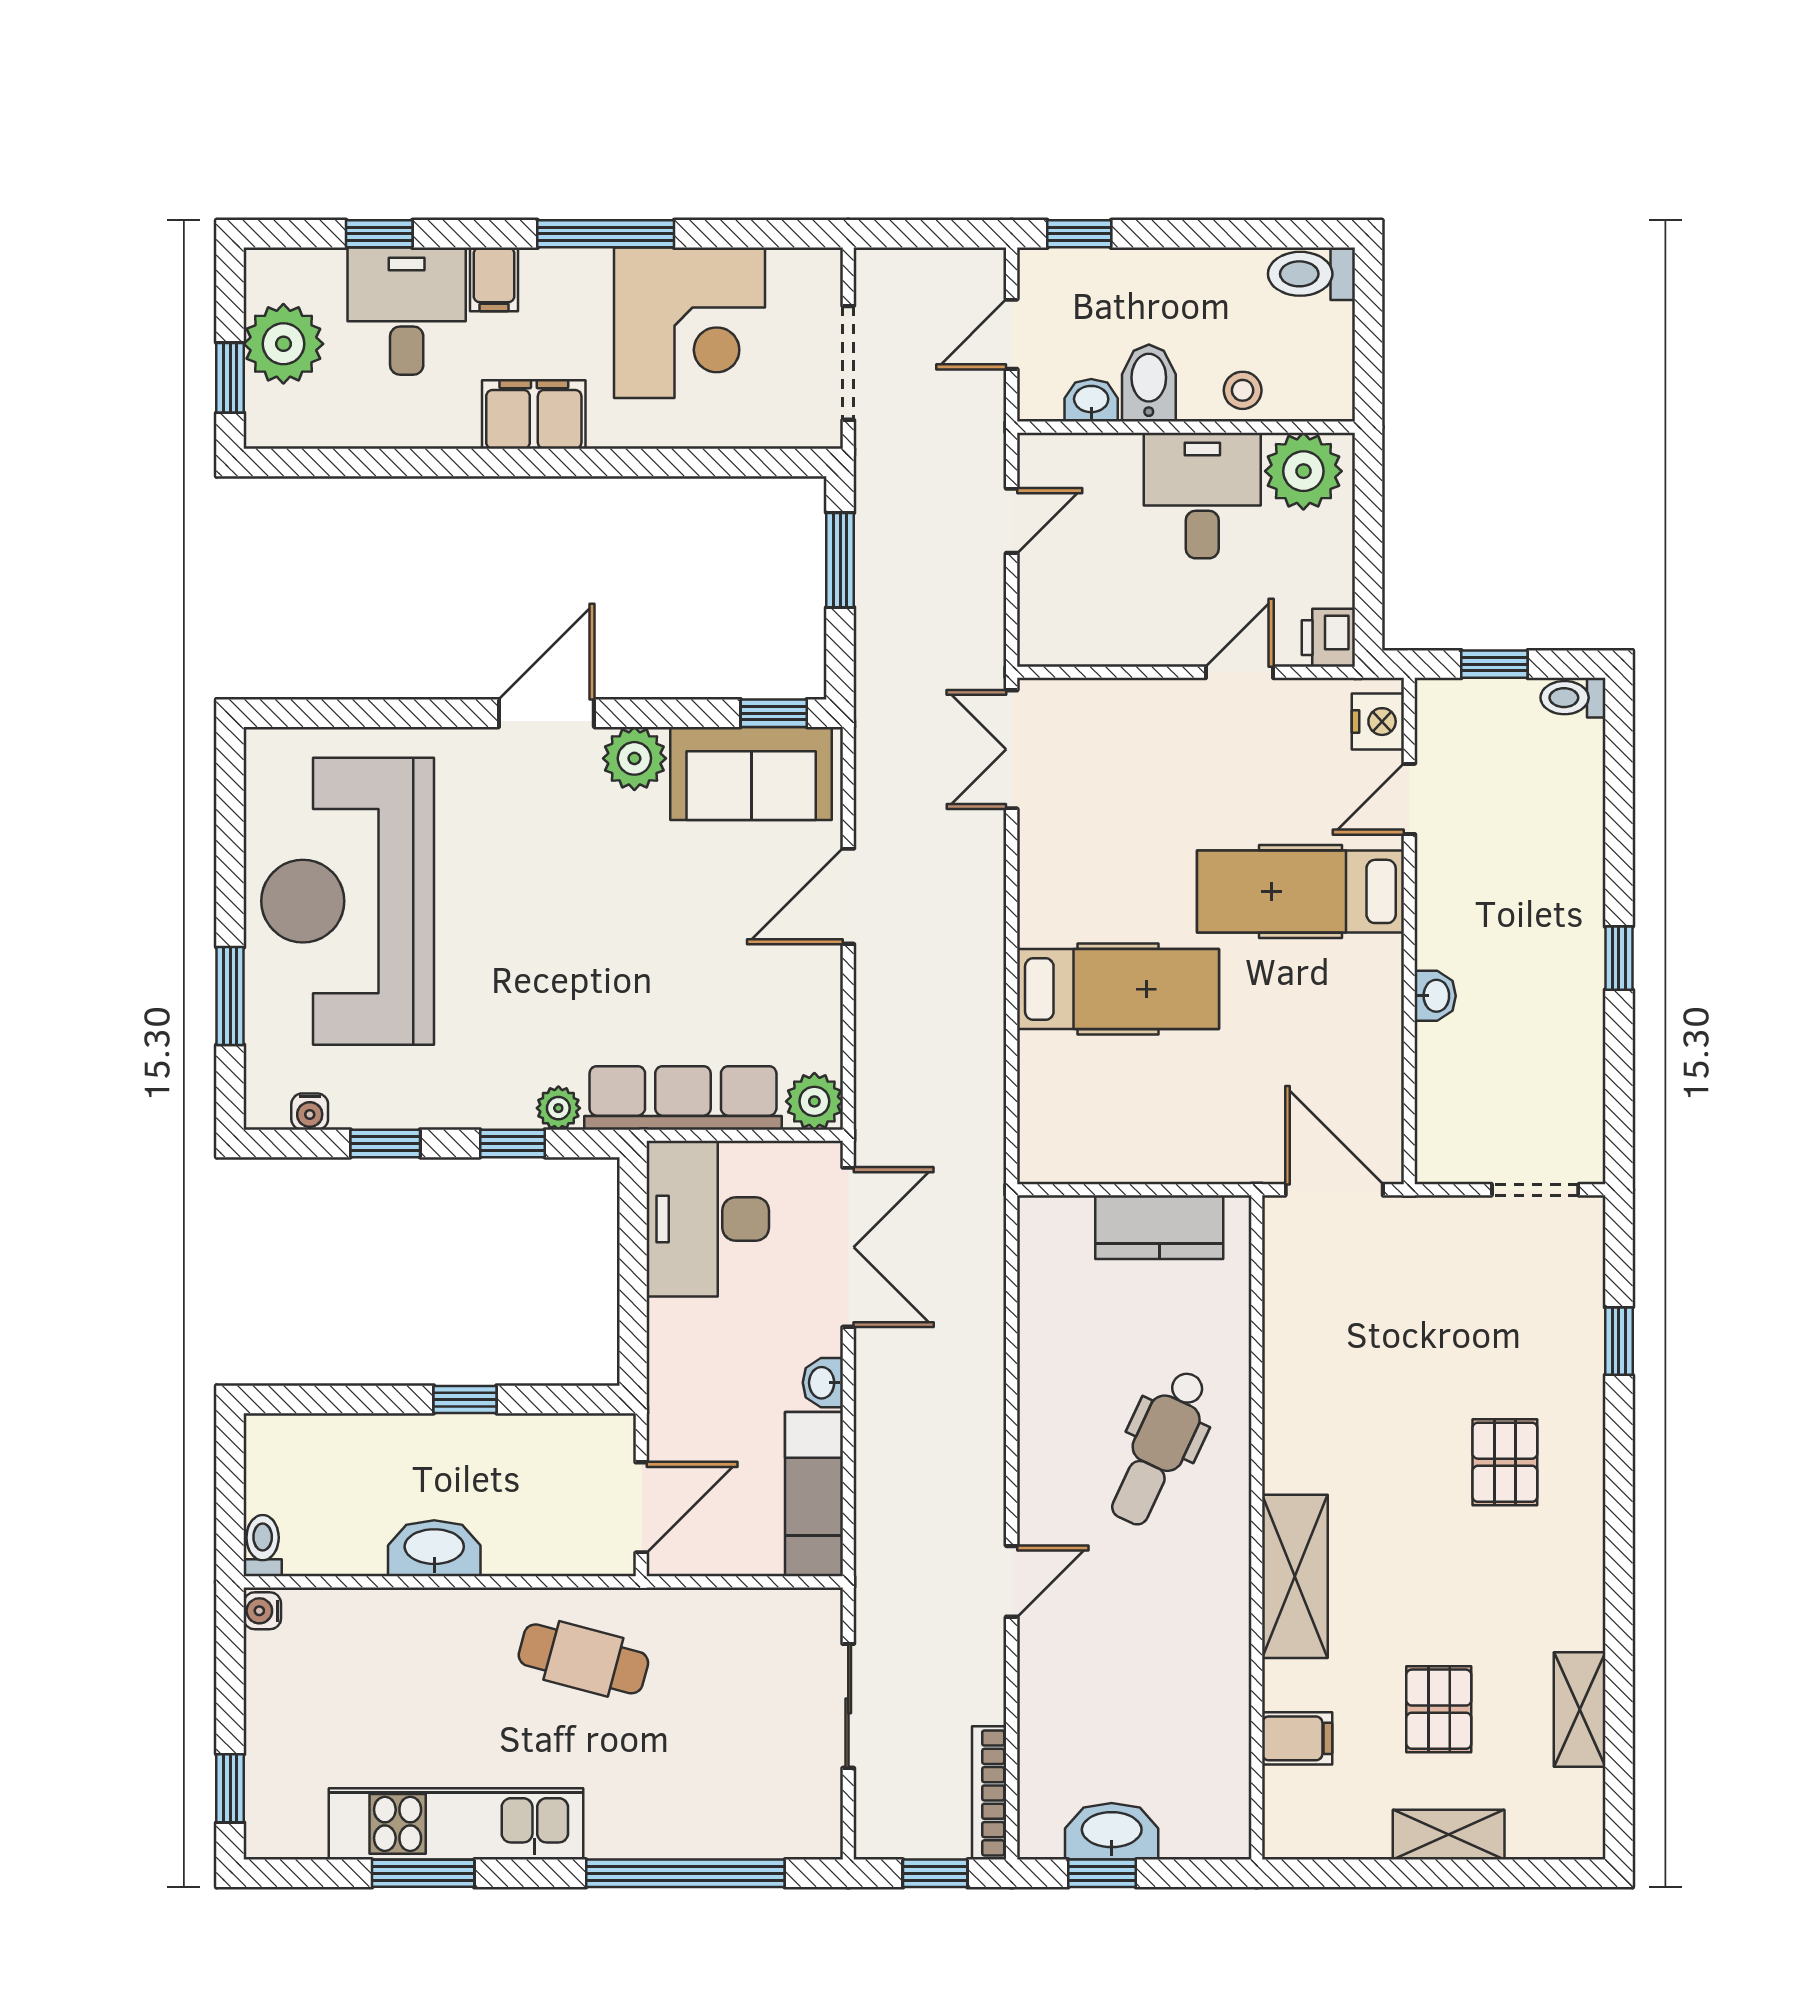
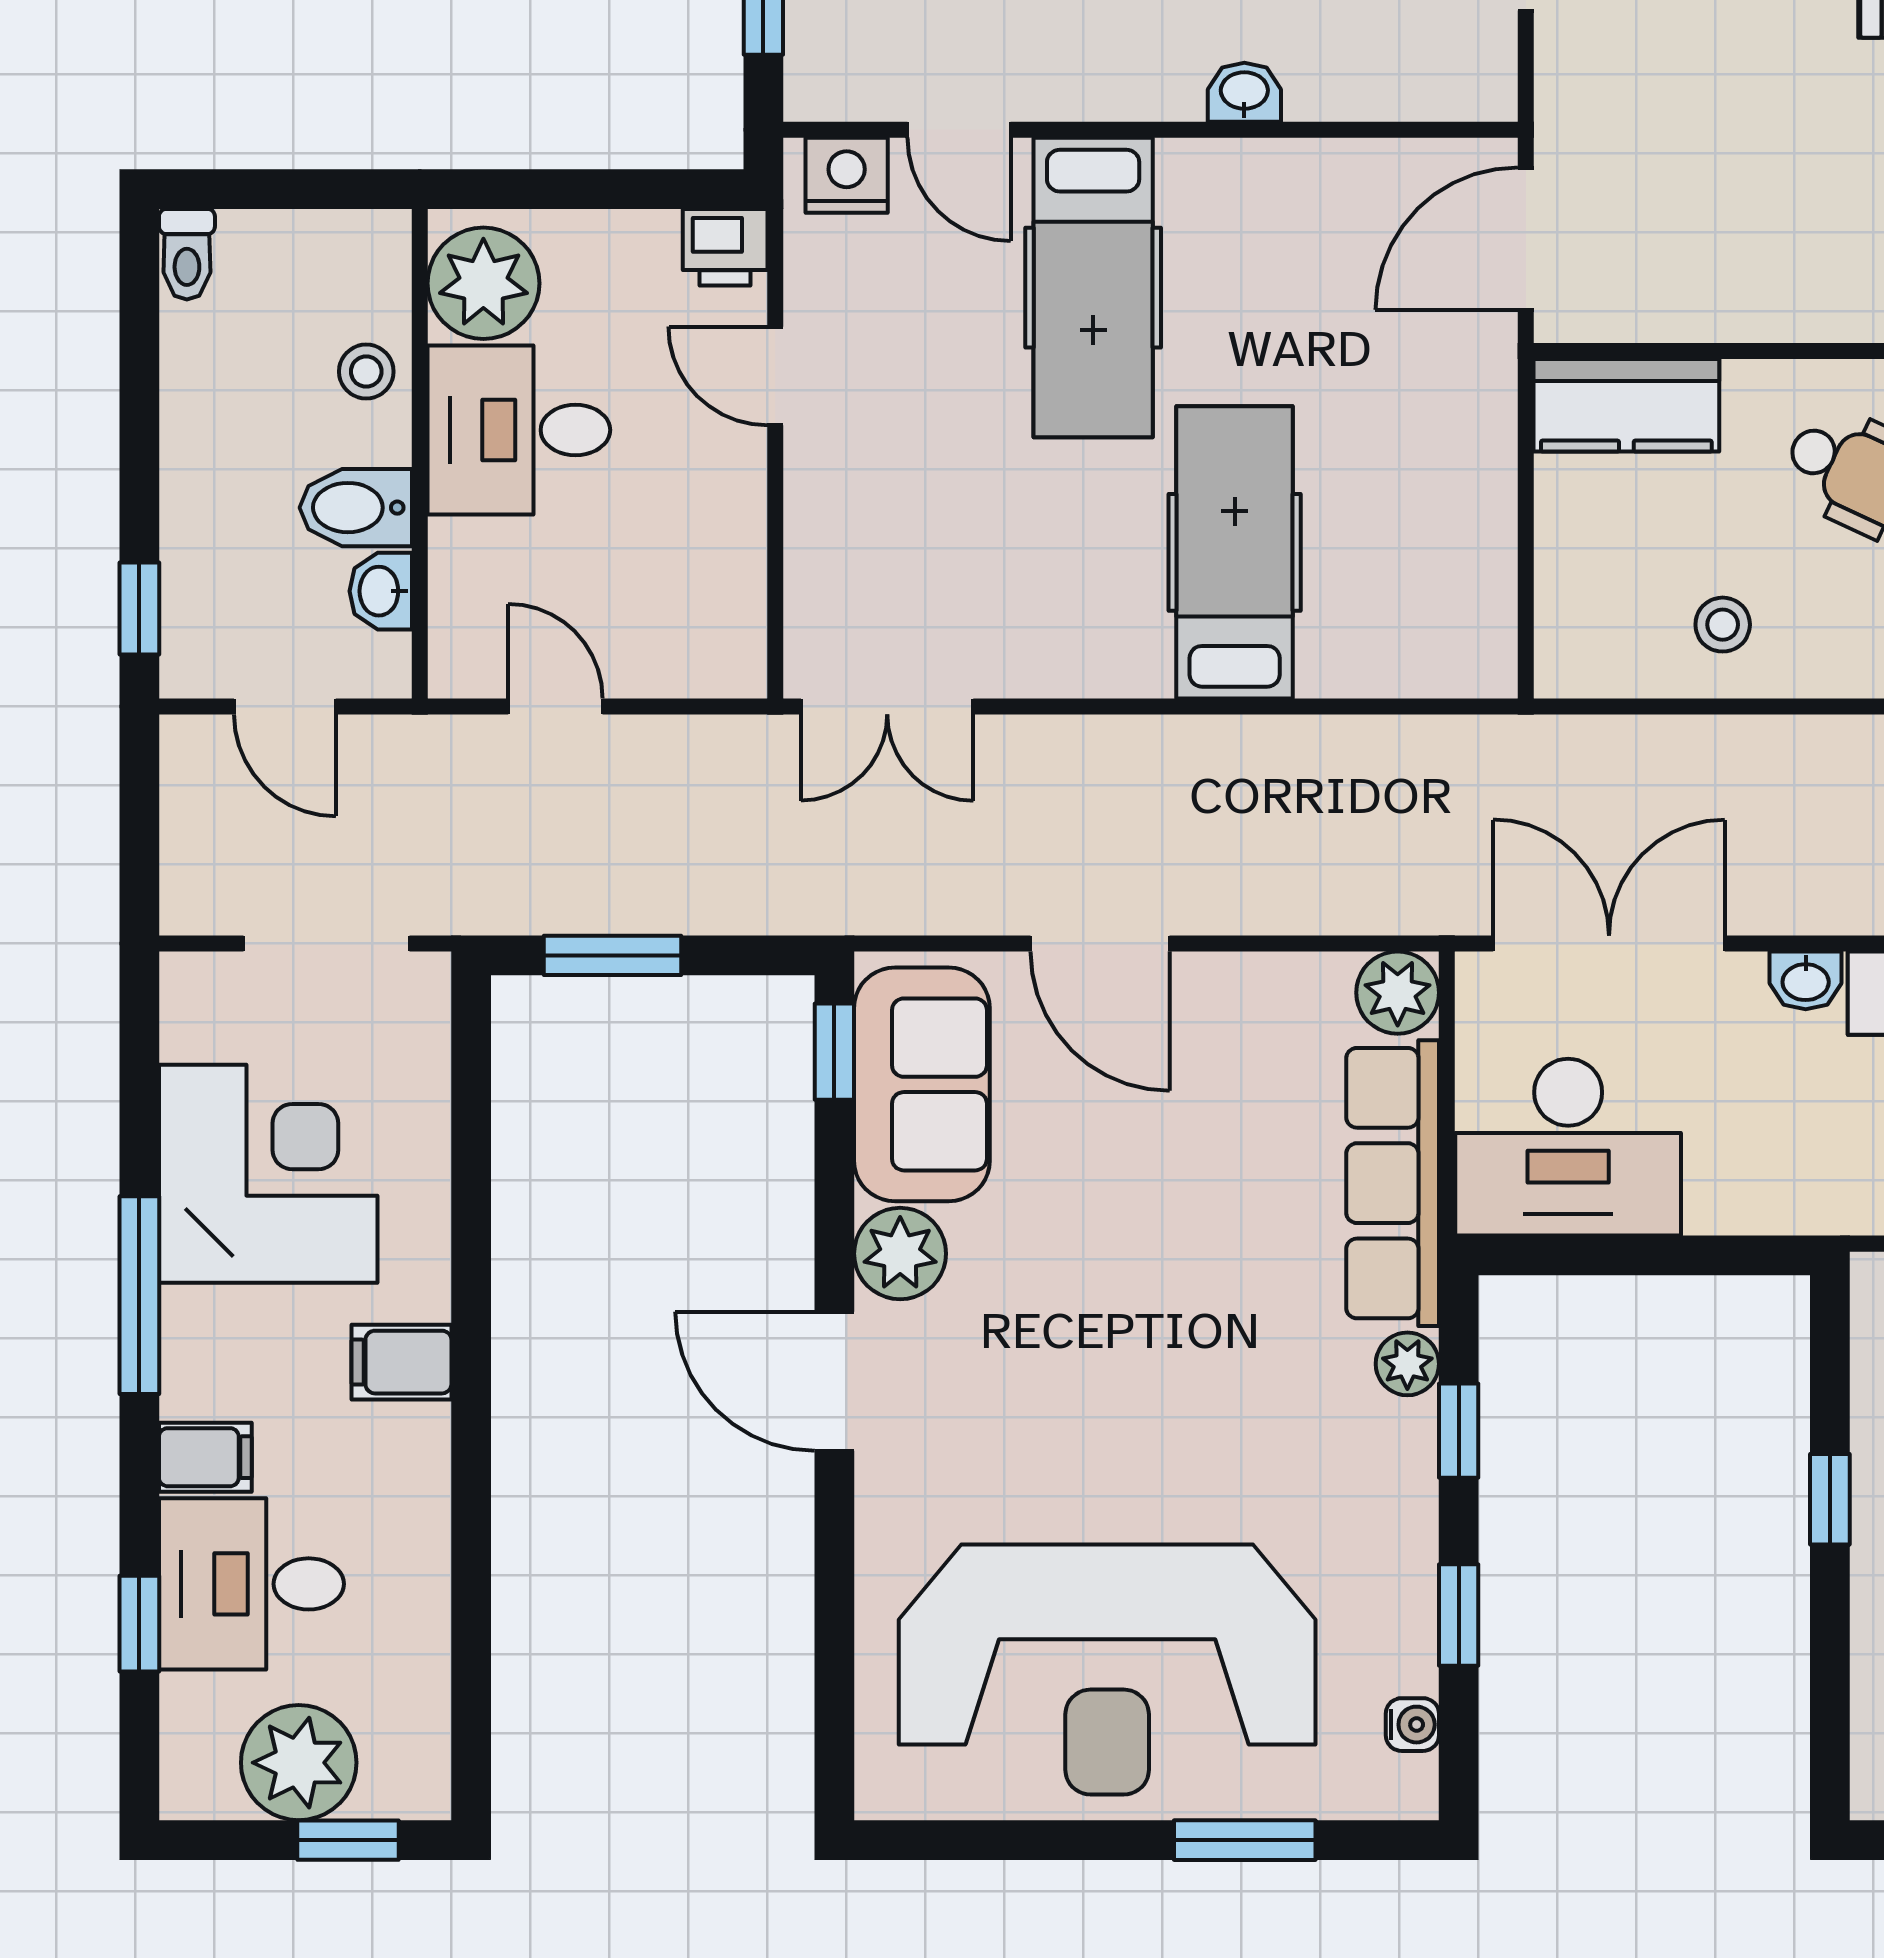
toilet: (1311, 274) -> (187, 254), width x0.73, depth x0.72
filing cabinet: (534, 415) -> (401, 1362), width x0.50
kitchen counter: (1159, 1227) -> (1626, 405), moved, turned 90
stool: (1068, 1326) -> (1723, 625), added

